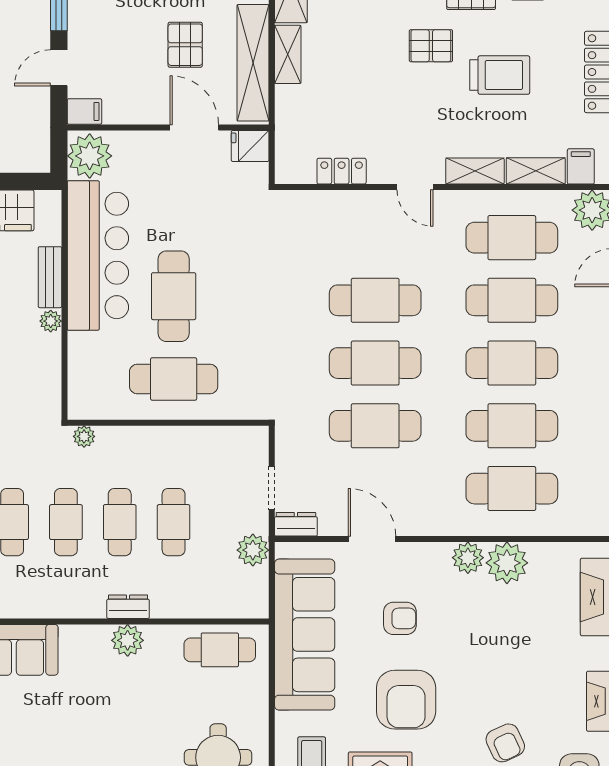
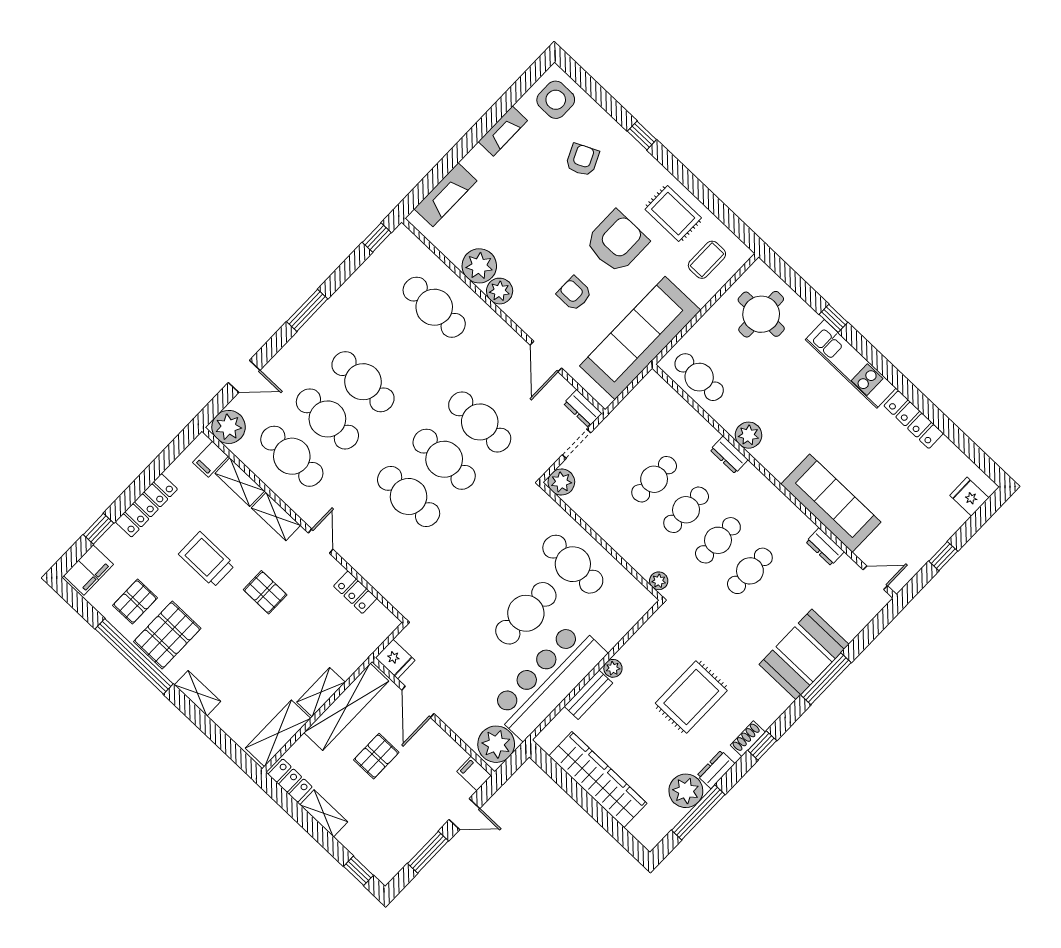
pallet: (431, 46) -> (265, 592), moved
cafe table: (512, 426) -> (399, 344), removed
plant: (253, 550) -> (561, 482), moved

